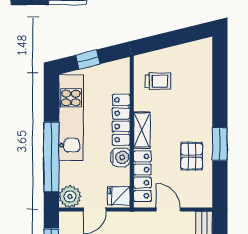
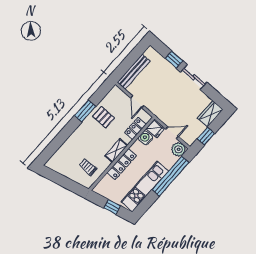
pallet: (192, 156) -> (104, 117), turned 90
water cooler: (121, 157) -> (146, 138), moved
locker: (142, 176) -> (135, 128), width x0.66

